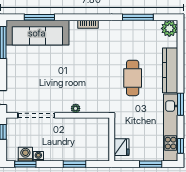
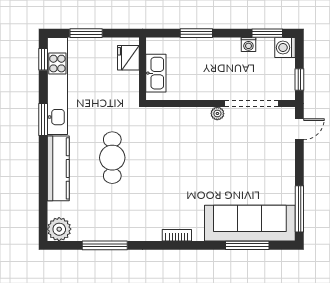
plant: (76, 108) -> (217, 114), moved
kitchen sink: (102, 136) -> (156, 73), added
washing machine: (25, 154) -> (285, 47), moved, turned 90

